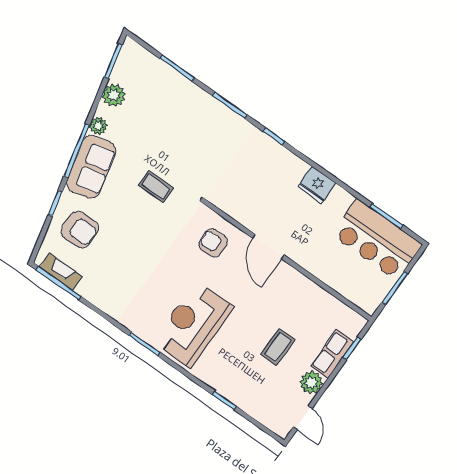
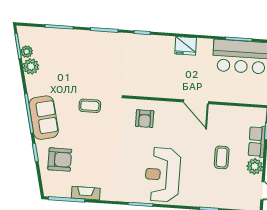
plant: (98, 126) -> (27, 52), moved
armchair: (213, 243) -> (145, 119), turned -90
door: (268, 247) -> (196, 102), moved
fireplace: (61, 272) -> (86, 193), moved

